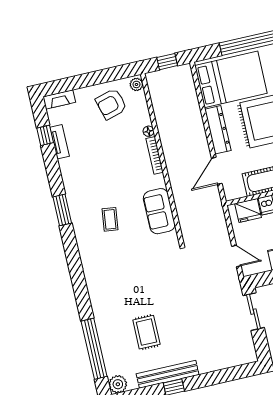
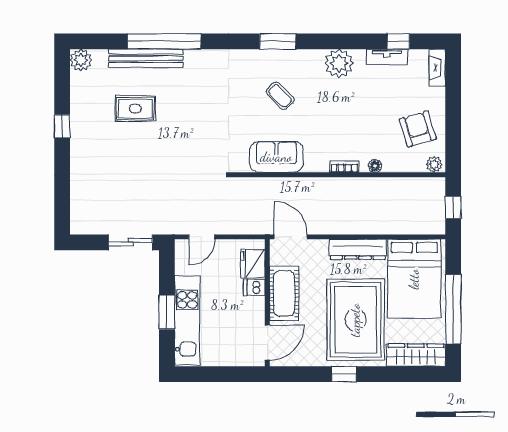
bookcase: (155, 155) -> (344, 167), width x0.64
door: (217, 171) -> (291, 237), moved
plant: (74, 178) -> (339, 63), added
window: (62, 210) -> (278, 41), moved
coffee table: (110, 219) -> (280, 96), turned 39
window: (94, 349) -> (164, 41), moved
bench: (168, 374) -> (146, 58), moved, turned 90

